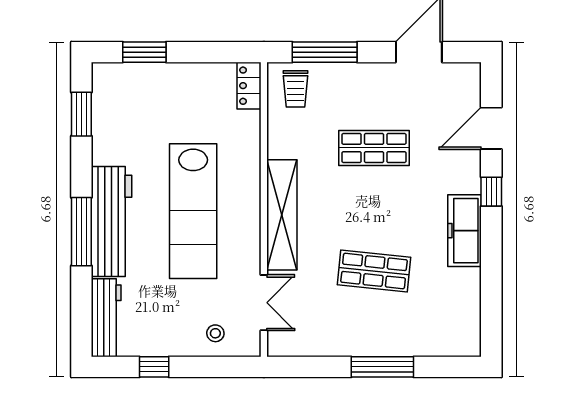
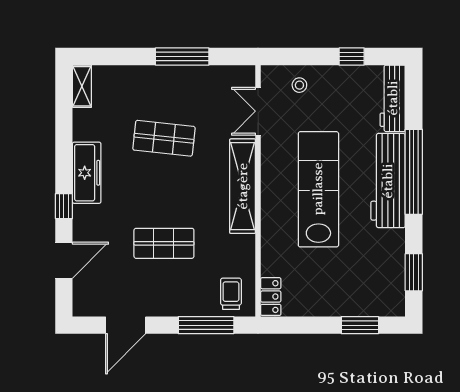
window: (81, 232) -> (414, 172), width x1.46
shelving: (470, 332) -> (82, 86), added
window: (382, 367) -> (182, 56), moved

